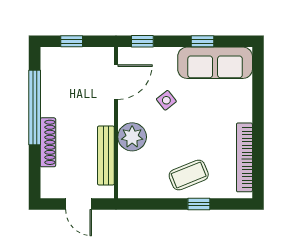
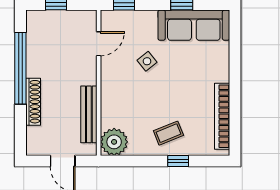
door: (116, 82) -> (99, 44), width x0.73
plant: (132, 137) -> (114, 142), moved
coffee table: (189, 175) -> (168, 133), width x0.73, depth x0.77

